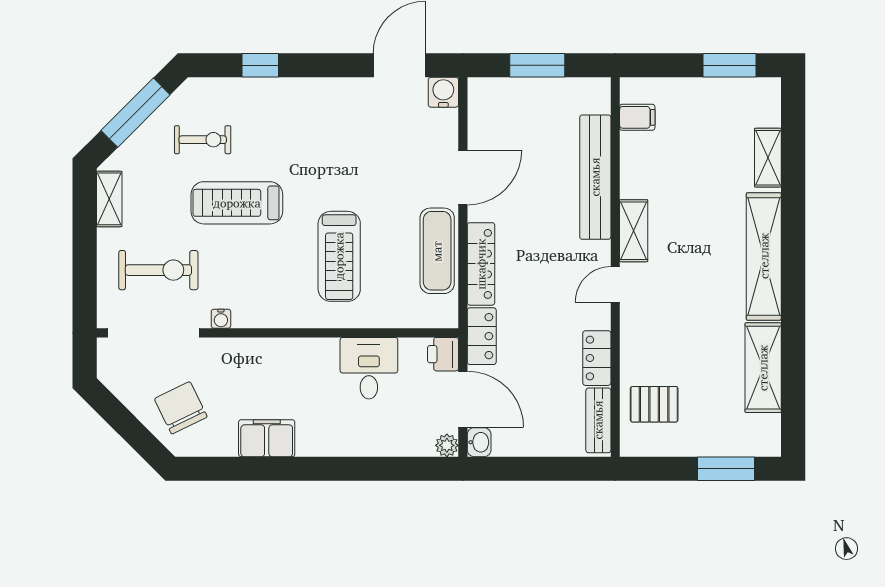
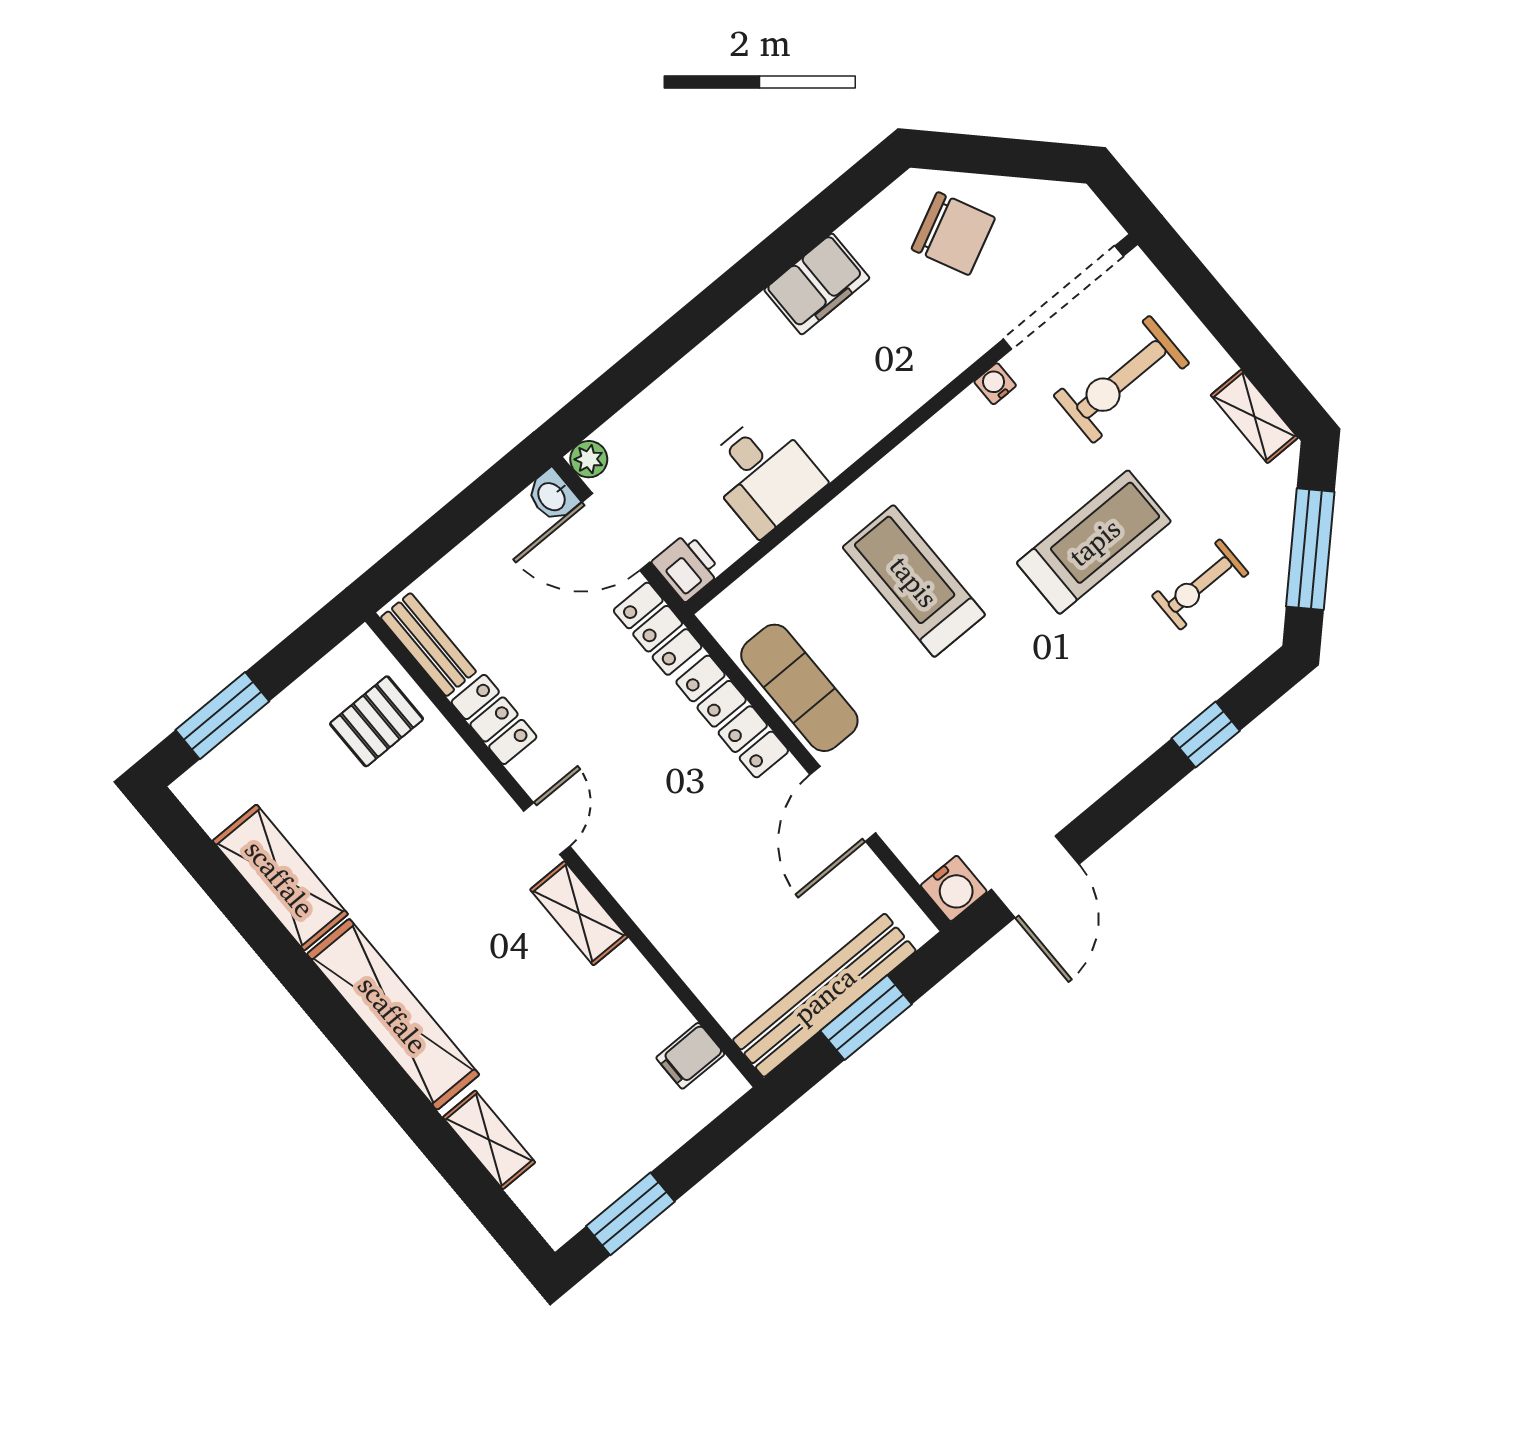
bench: (595, 177) -> (824, 995), moved, turned 90

